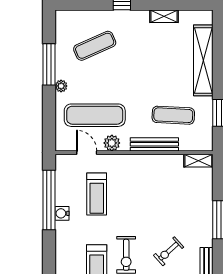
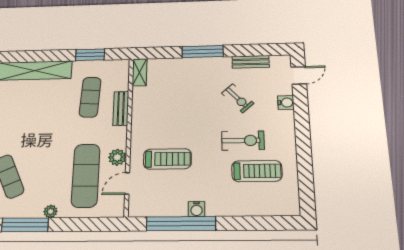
bench: (154, 144) -> (121, 108), width x0.73
treadmill: (97, 194) -> (167, 159), moved

